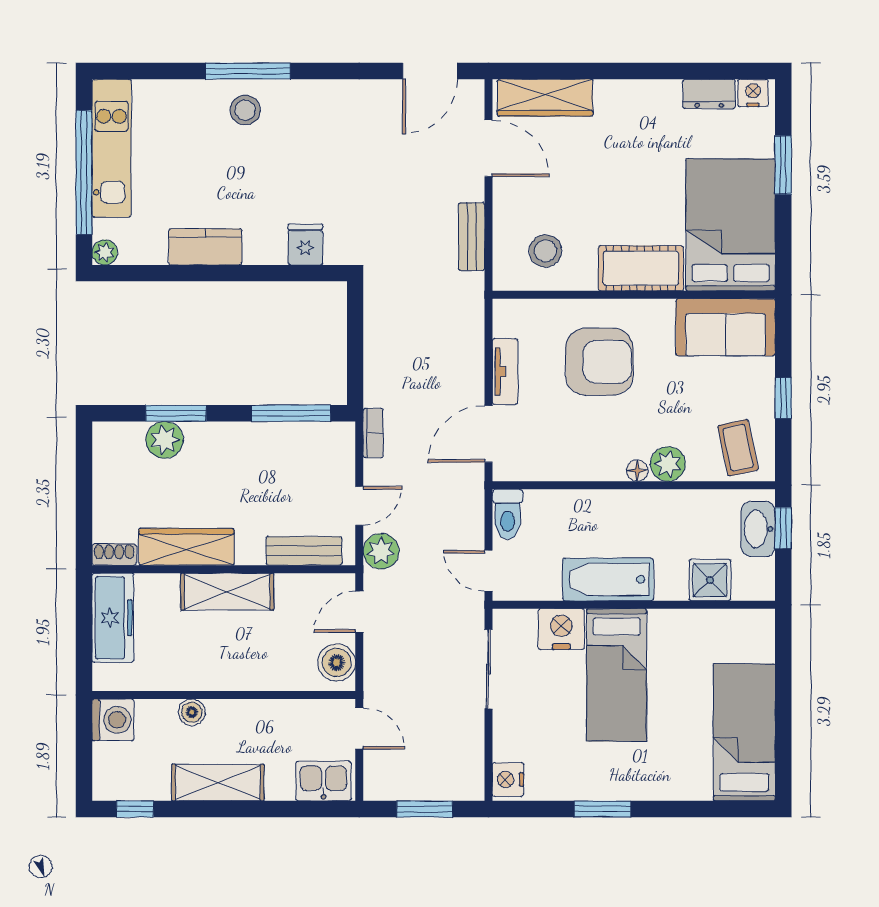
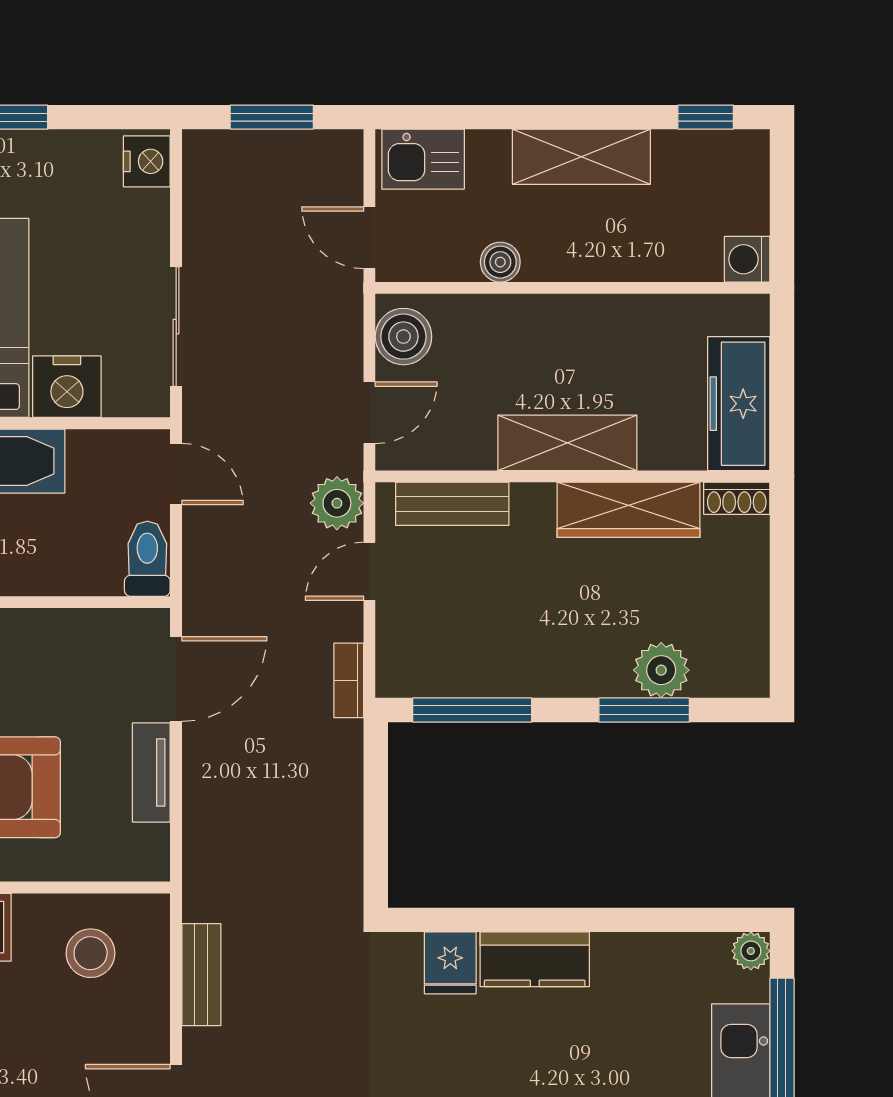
kitchen counter: (205, 247) -> (535, 959), moved
boiler: (192, 712) -> (500, 262), moved
washing machine: (113, 720) -> (747, 259), width x0.73, depth x0.73

